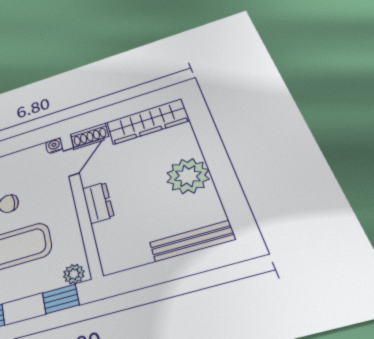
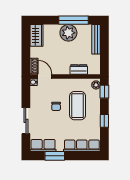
wardrobe: (147, 122) -> (36, 35), width x0.67
window: (224, 177) -> (73, 20), added
dresser: (98, 203) -> (79, 69), moved

